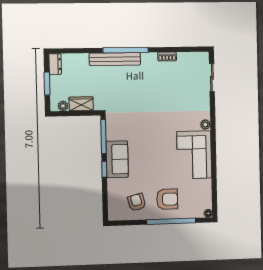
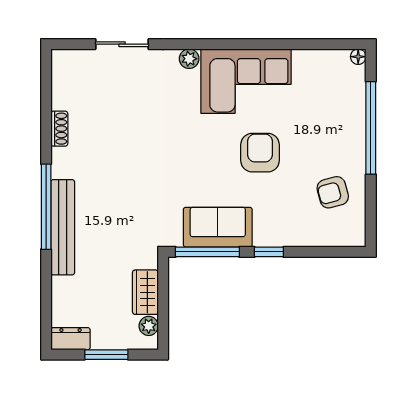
sliding door: (212, 78) -> (122, 44), moved
sofa: (117, 159) -> (218, 227), moved
armchair: (167, 199) -> (260, 153), moved

